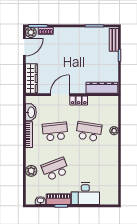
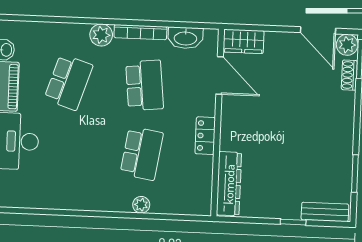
wardrobe: (31, 79) -> (244, 41), width x0.67
door: (60, 95) -> (220, 75), moved
school desk: (55, 169) -> (68, 82), turned 39
plant: (31, 171) -> (101, 35), moved

